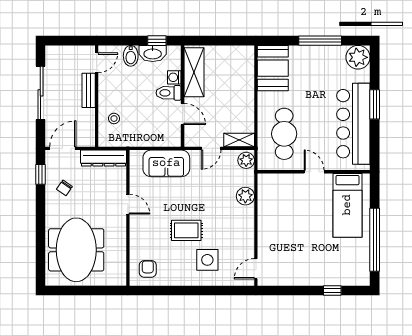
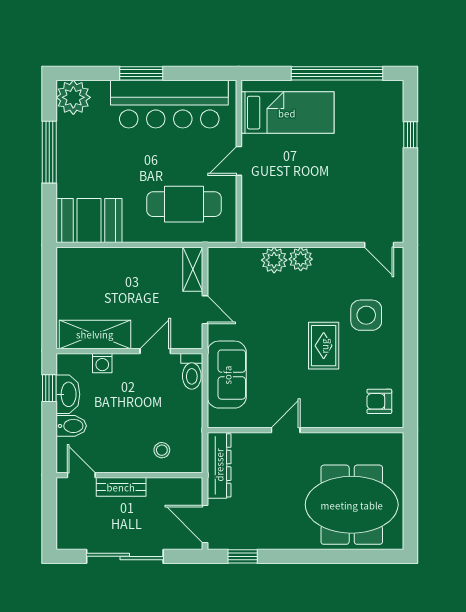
toilet: (168, 93) -> (192, 371), moved
plant: (246, 160) -> (301, 259), moved
chair: (64, 188) -> (262, 522), removed

